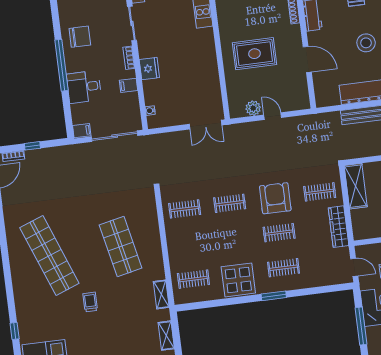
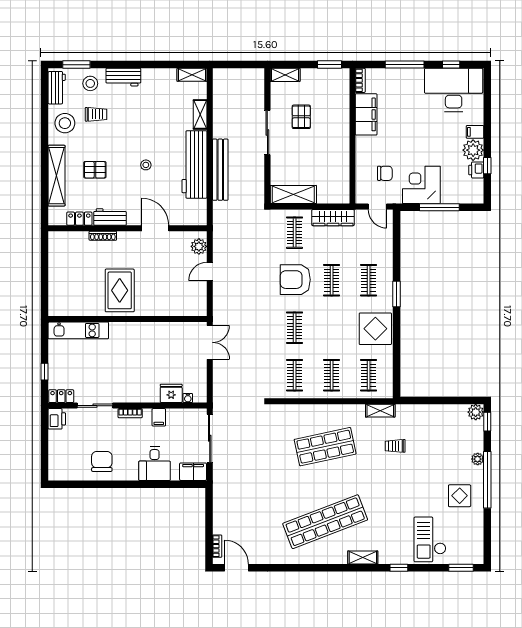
stool: (366, 43) -> (146, 165), width x0.53, depth x0.53
rug: (254, 54) -> (120, 290), moved
door: (307, 59) -> (155, 228), hinge flipped
window: (62, 65) -> (129, 484), removed
fridge: (149, 69) -> (171, 393), moved
plant: (253, 108) -> (199, 246), moved
filing cabinet: (82, 131) -> (193, 472), width x2.00
window: (32, 146) -> (209, 525), removed
clothes rail: (189, 244) -> (332, 375), added
door: (354, 267) -> (377, 207), swing flipped
trolley: (90, 302) -> (395, 446), moved
shelving: (166, 336) -> (363, 557), moved

